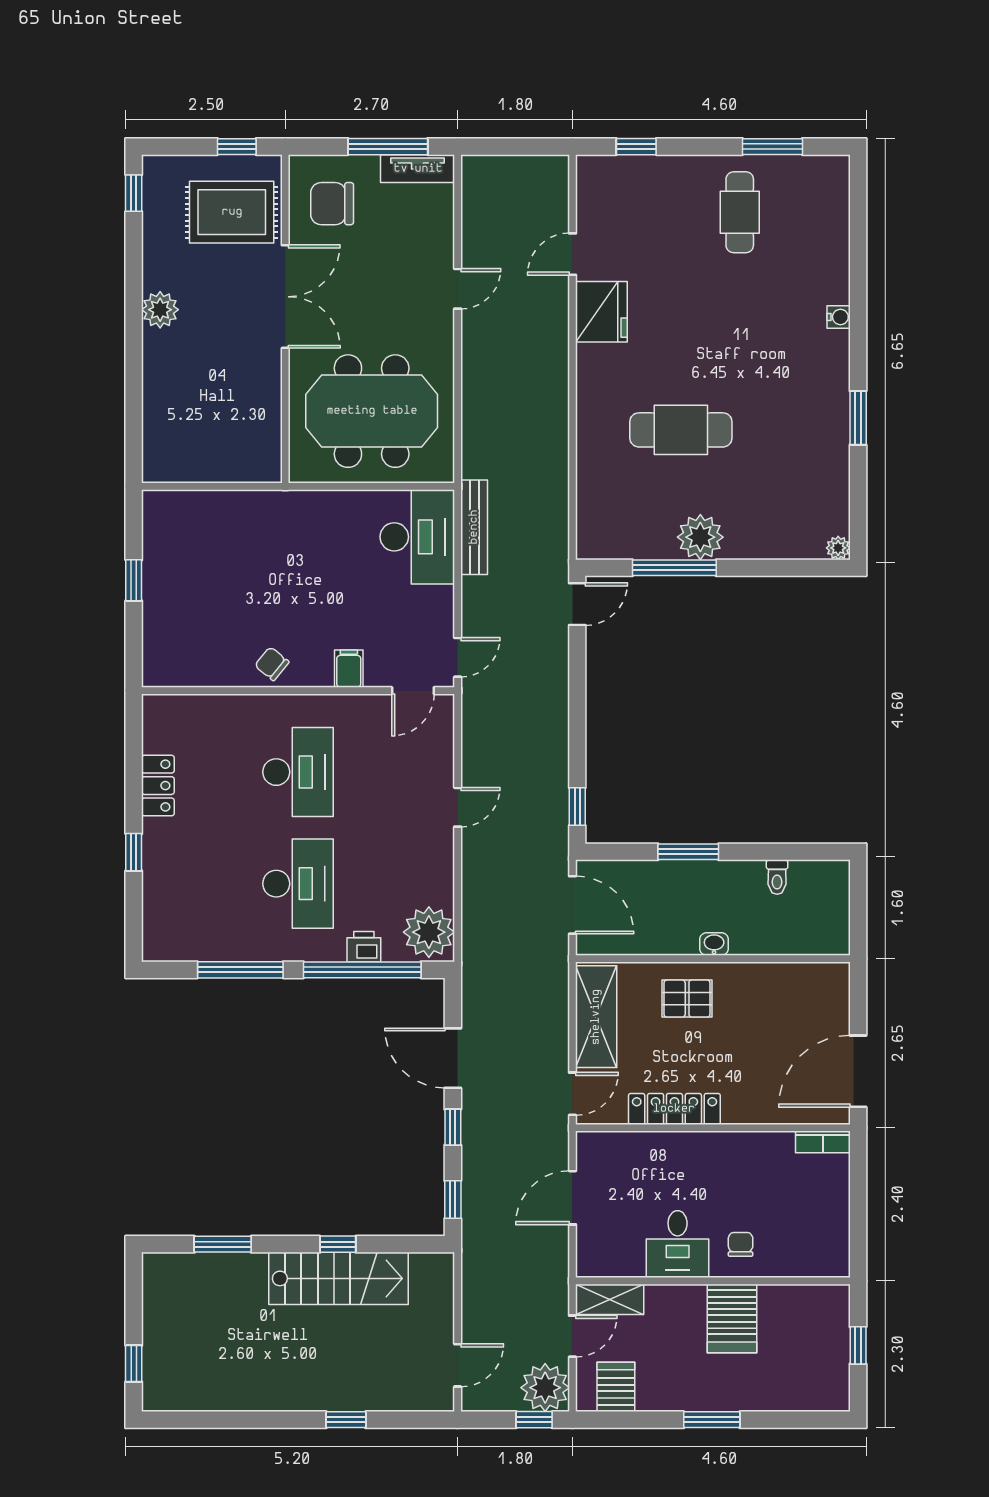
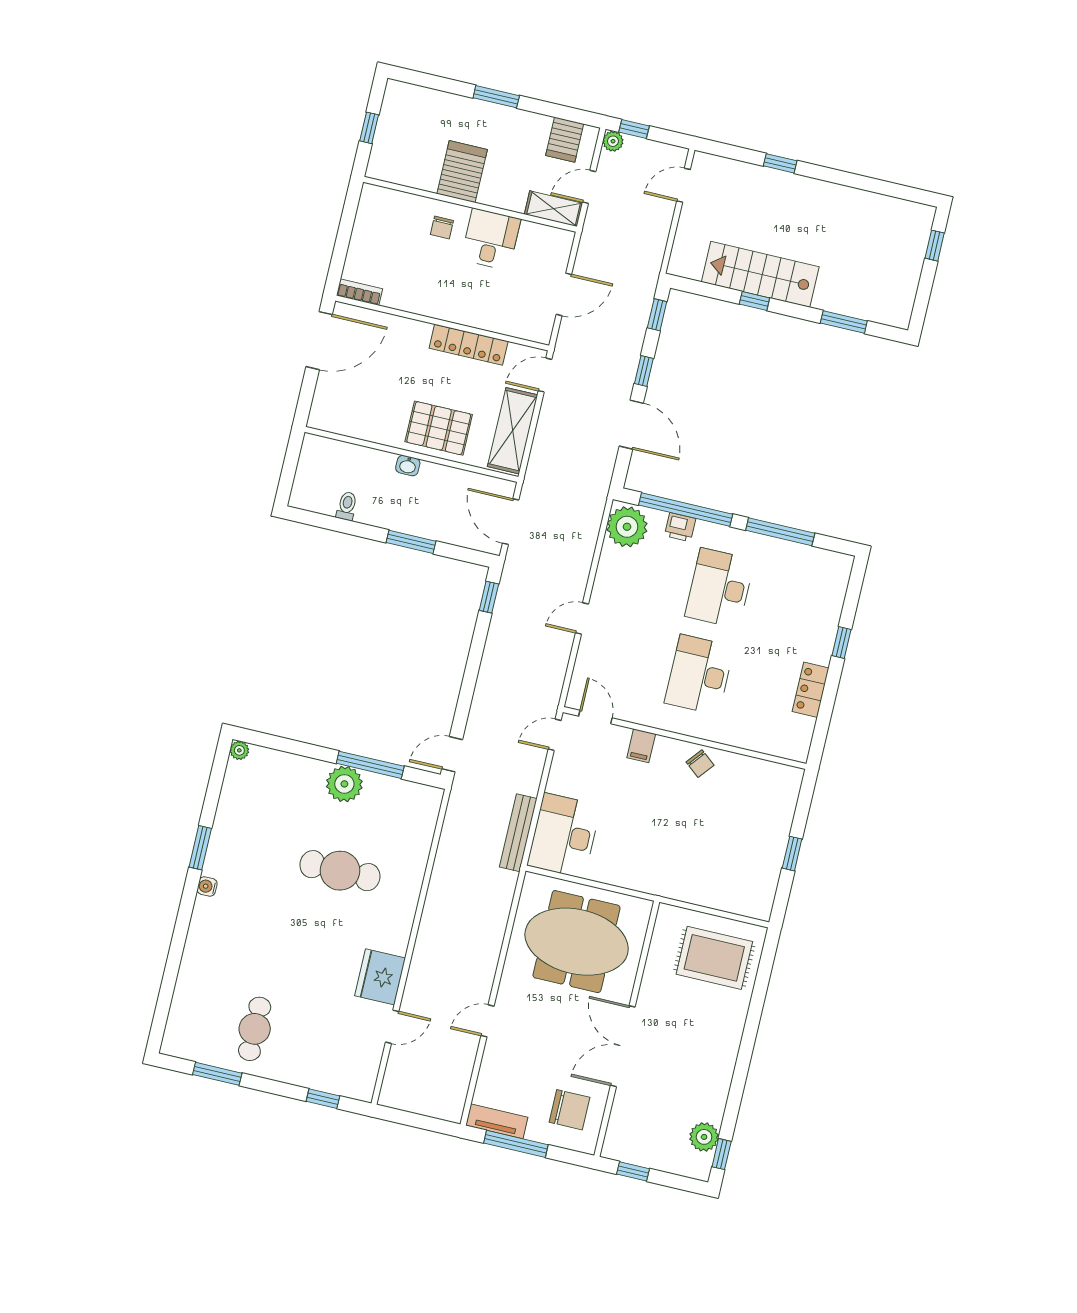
rug: (232, 212) -> (714, 958), moved
plant: (160, 310) -> (704, 1137), moved
water cooler: (839, 317) -> (207, 886), moved
door: (413, 691) -> (595, 717), hinge flipped
pallet: (687, 999) -> (439, 428), width x1.50, depth x1.42
plant: (545, 1388) -> (613, 141), width x0.53, depth x0.53

